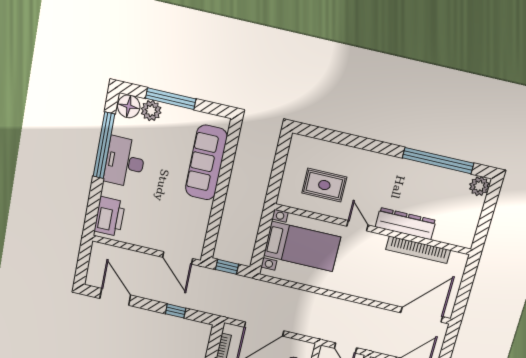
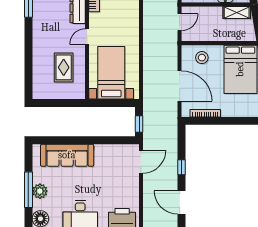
plant: (151, 111) -> (40, 191), moved
door: (115, 297) -> (181, 202), hinge flipped
window: (176, 311) -> (181, 167), moved

